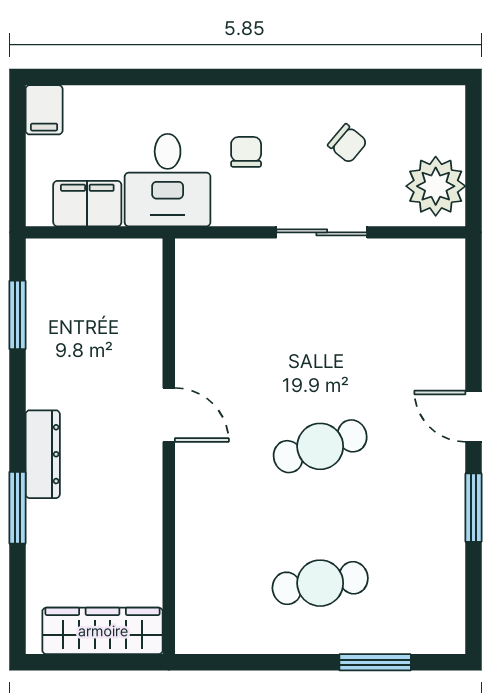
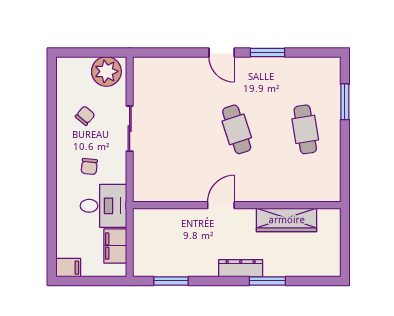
chair: (246, 152) -> (89, 166), turned -84
door: (474, 416) -> (222, 53), hinge flipped
wardrobe: (103, 631) -> (287, 220), moved, turned -90

